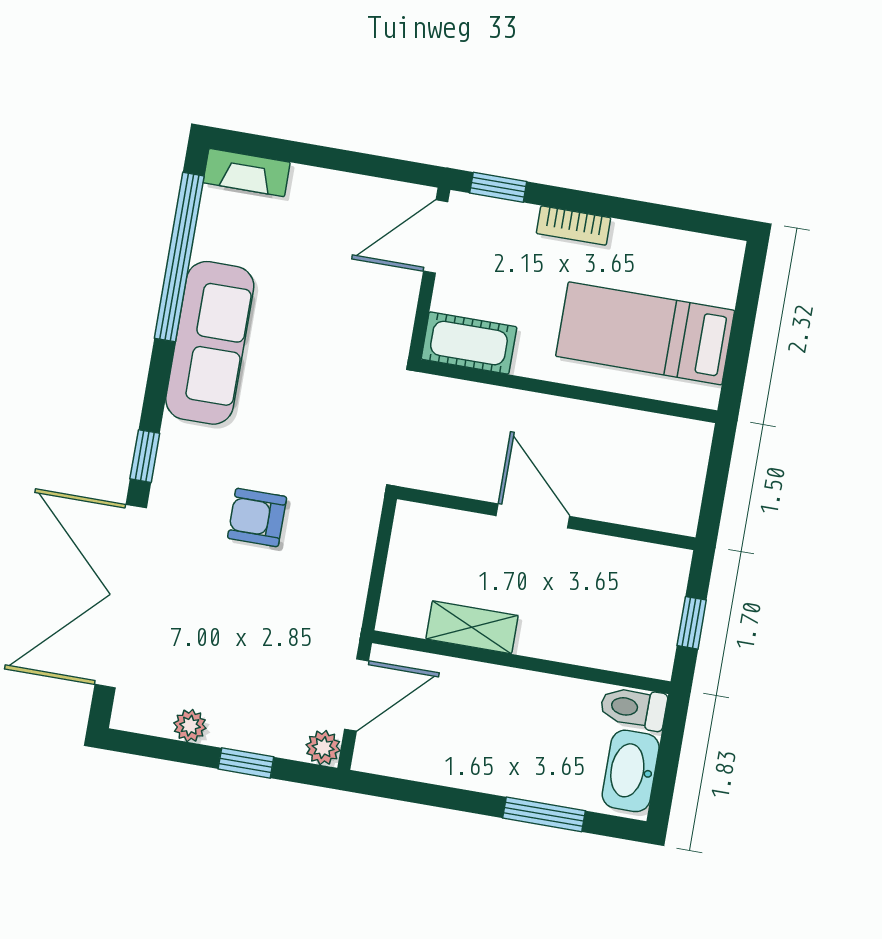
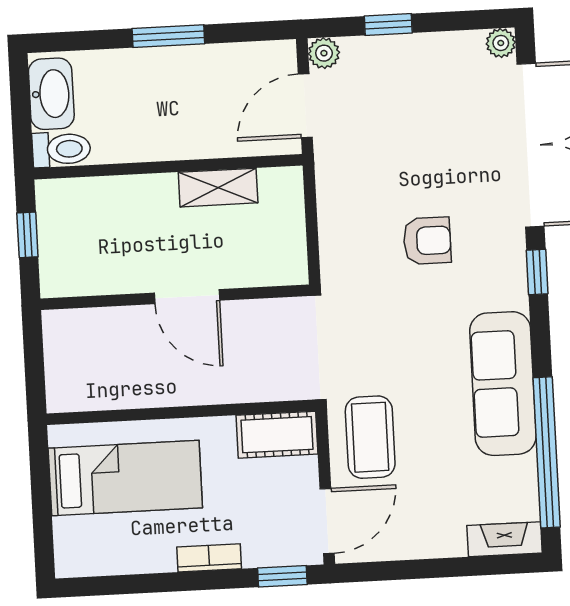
coffee table: (368, 317) -> (370, 437), added
plant: (190, 726) -> (501, 43), moved
window: (544, 814) -> (168, 36), moved

